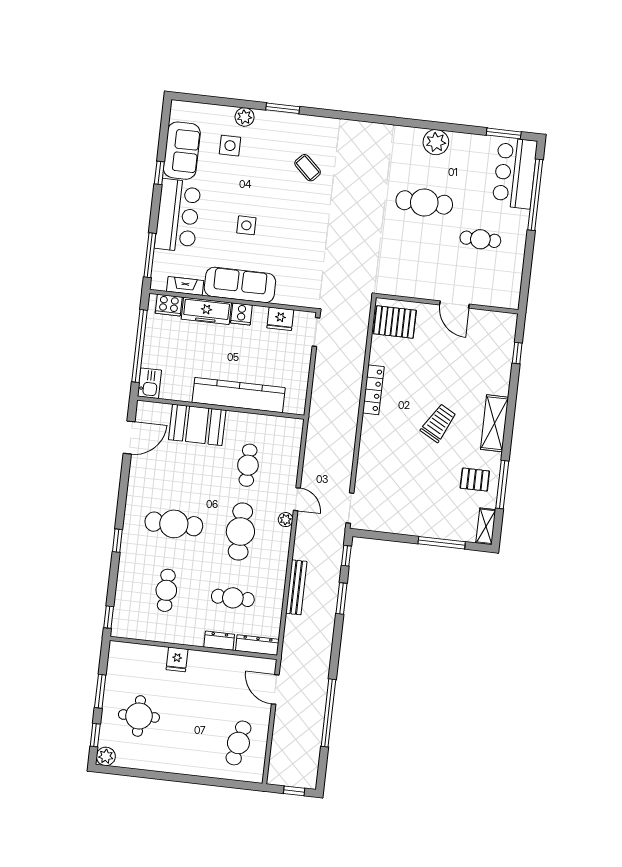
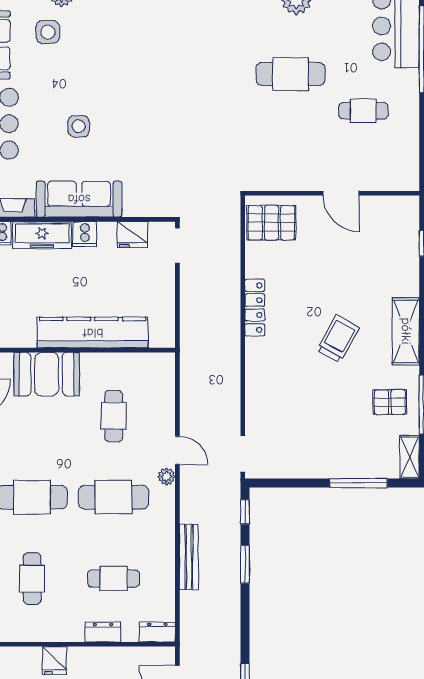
coffee table: (308, 168) -> (145, 48), removed
cafe table: (240, 532) -> (114, 497), turned 90
dresser: (257, 645) -> (157, 632), width x0.70

